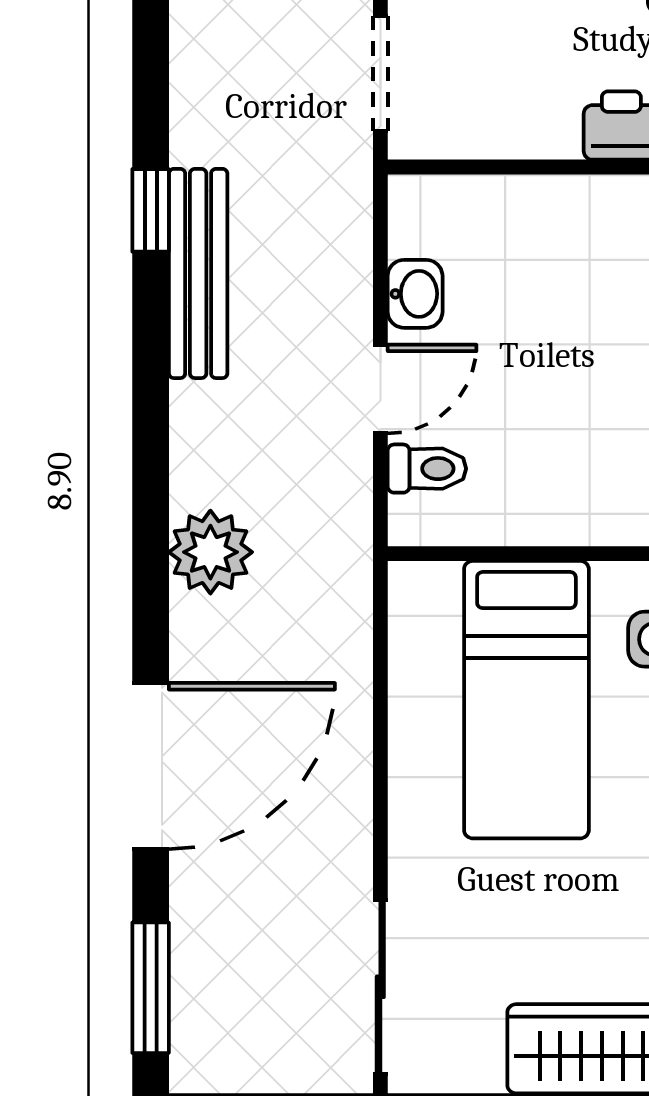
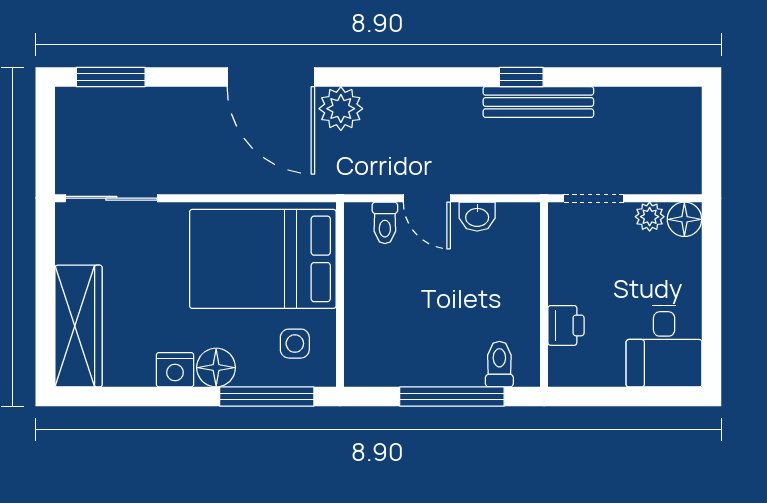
bench: (198, 273) -> (538, 102), moved
bed: (526, 700) -> (263, 259), width x1.50
door: (151, 766) -> (271, 77), moved

